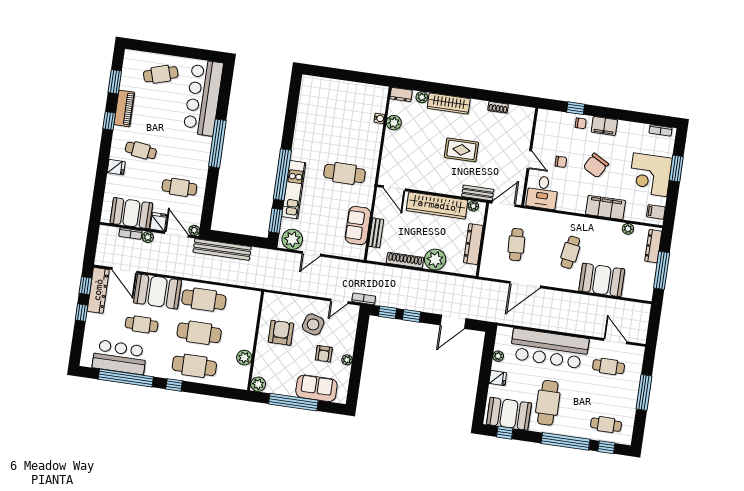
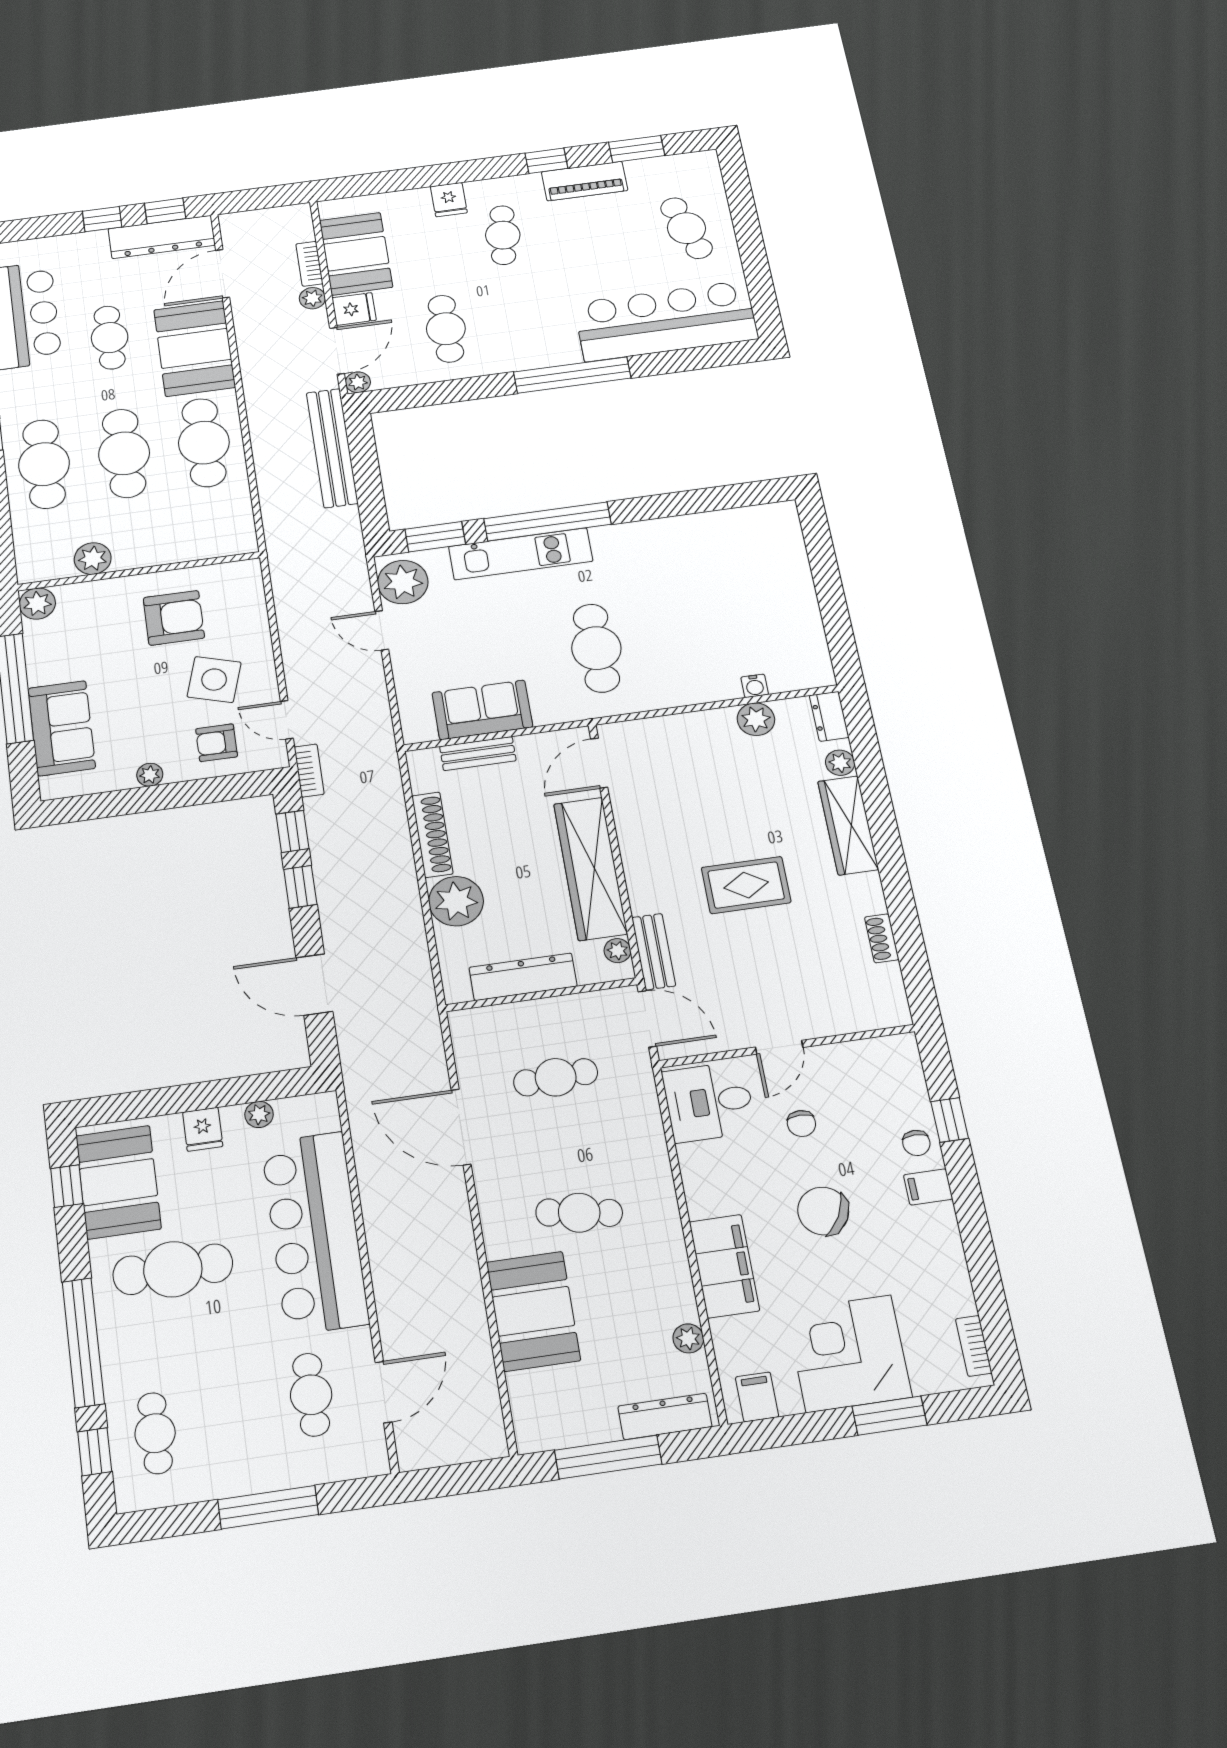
filing cabinet: (604, 126) -> (928, 1187), width x0.50
rug: (461, 150) -> (746, 885), turned 90
armchair: (324, 354) -> (217, 743), moved

